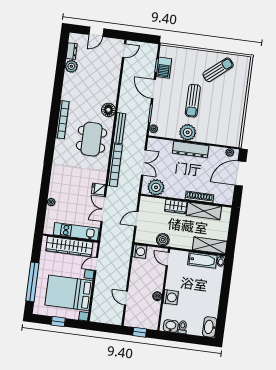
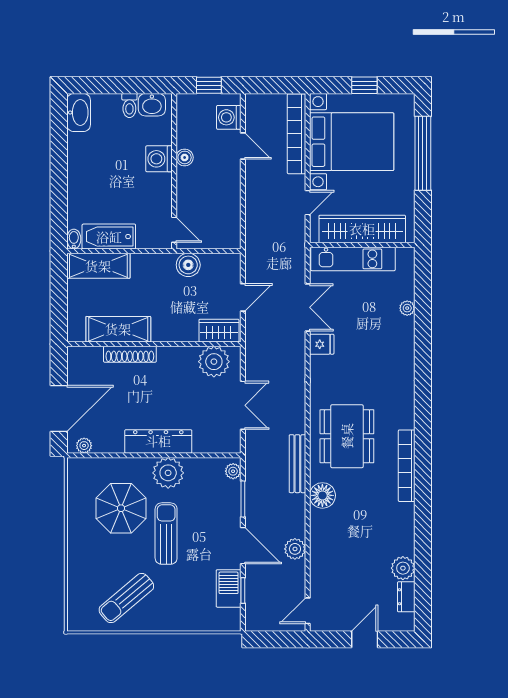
plant: (126, 84) -> (295, 549), added
parasol: (215, 117) -> (121, 508), added
double door: (144, 163) -> (243, 405), swing flipped
bookcase: (115, 165) -> (296, 134), moved
wardrobe: (176, 206) -> (219, 331), moved
washing machine: (140, 252) -> (229, 117), moved

